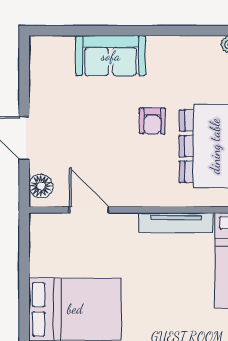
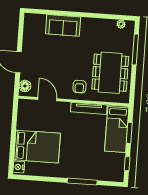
armchair: (152, 121) -> (79, 87), moved

